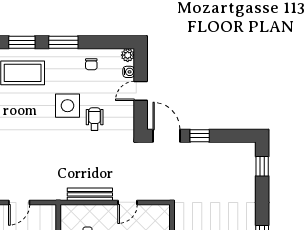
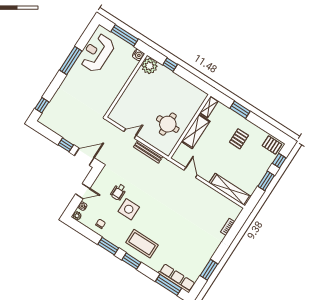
door: (166, 136) -> (84, 157), swing flipped
door: (19, 202) -> (191, 173), hinge flipped

